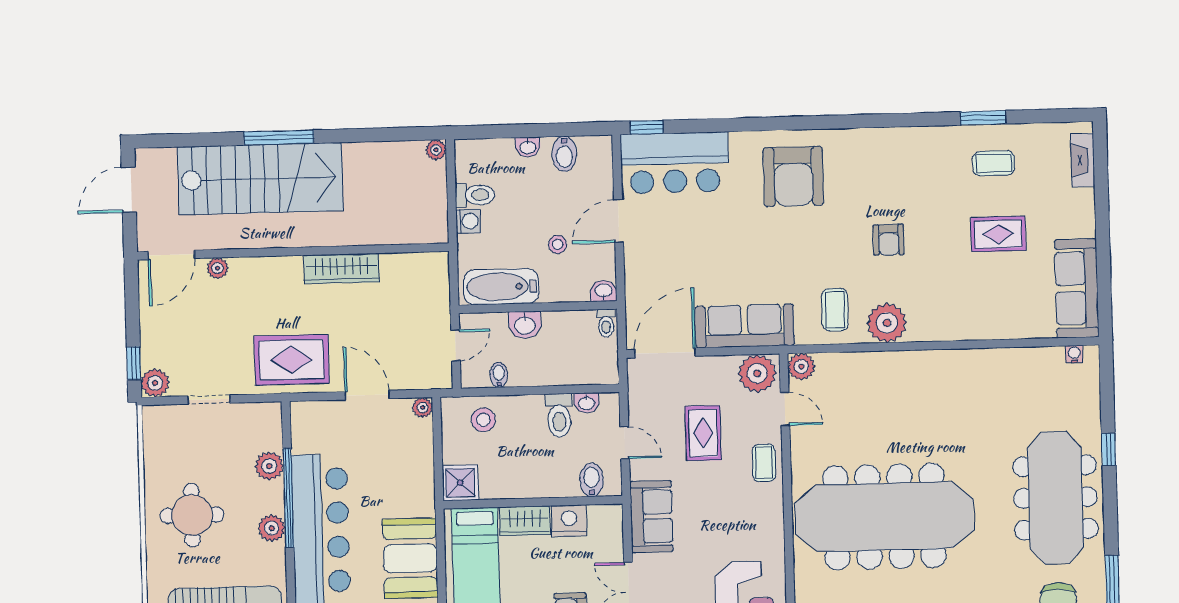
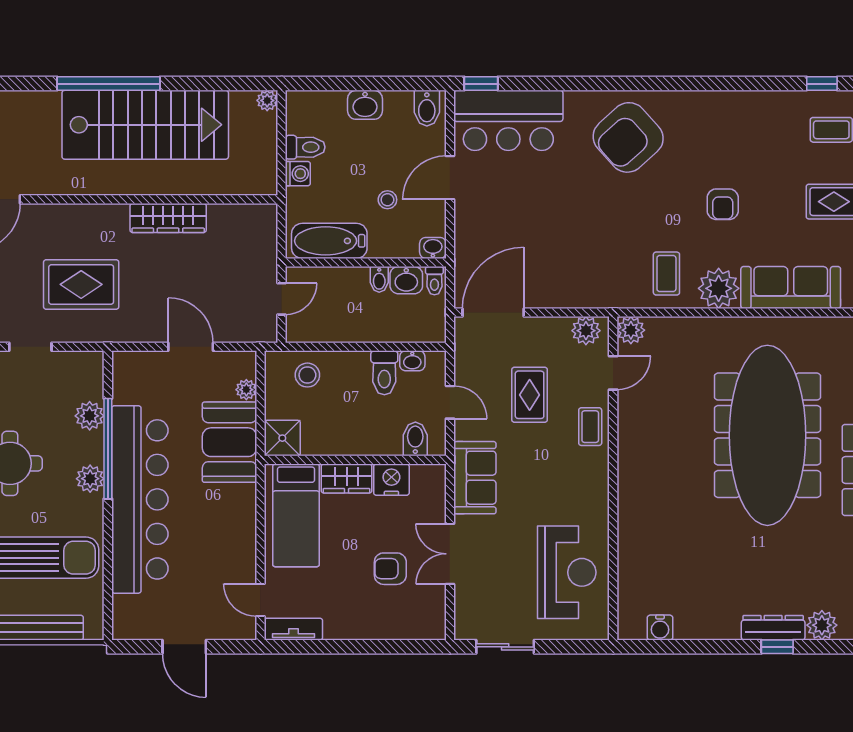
window: (983, 118) -> (822, 84), width x0.67
window: (279, 138) -> (108, 84), width x1.46
washbasin: (528, 147) -> (365, 105), width x1.38, depth x1.45
bidet: (564, 154) -> (427, 108), moved
armchair: (793, 176) -> (628, 137), turned 48
stairs: (260, 179) -> (145, 125), moved
plant: (218, 268) -> (43, 214), removed
washbasin: (525, 325) -> (406, 280), moved
sofa: (745, 326) -> (791, 287), moved
rug: (292, 360) -> (81, 284), moved
plant: (757, 373) -> (586, 331), width x0.73, depth x0.73
bidet: (499, 375) -> (379, 279), moved, turned 180
plant: (423, 408) -> (246, 390), moved
door: (785, 409) -> (613, 373), hinge flipped
meeting table: (884, 517) -> (767, 435), moved, turned 90
booth: (410, 558) -> (230, 442), moved

